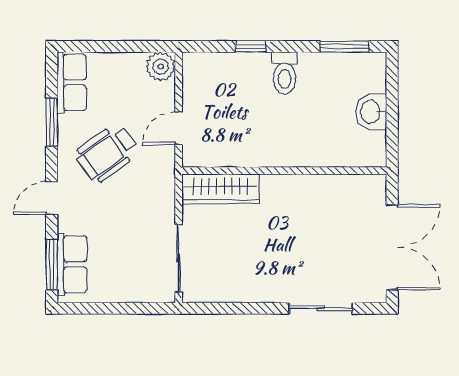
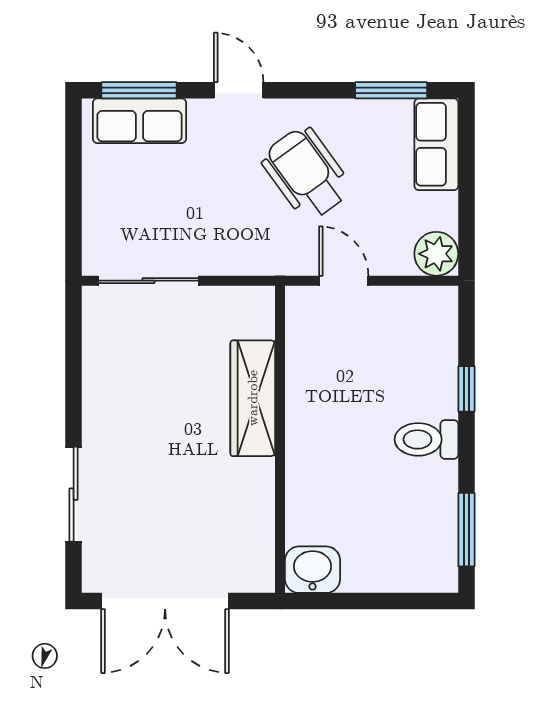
row of seats: (72, 82) -> (436, 144), moved, turned 90
washbasin: (371, 112) -> (313, 570), moved
window: (52, 122) -> (391, 90), moved
wardrobe: (220, 189) -> (253, 398), moved

